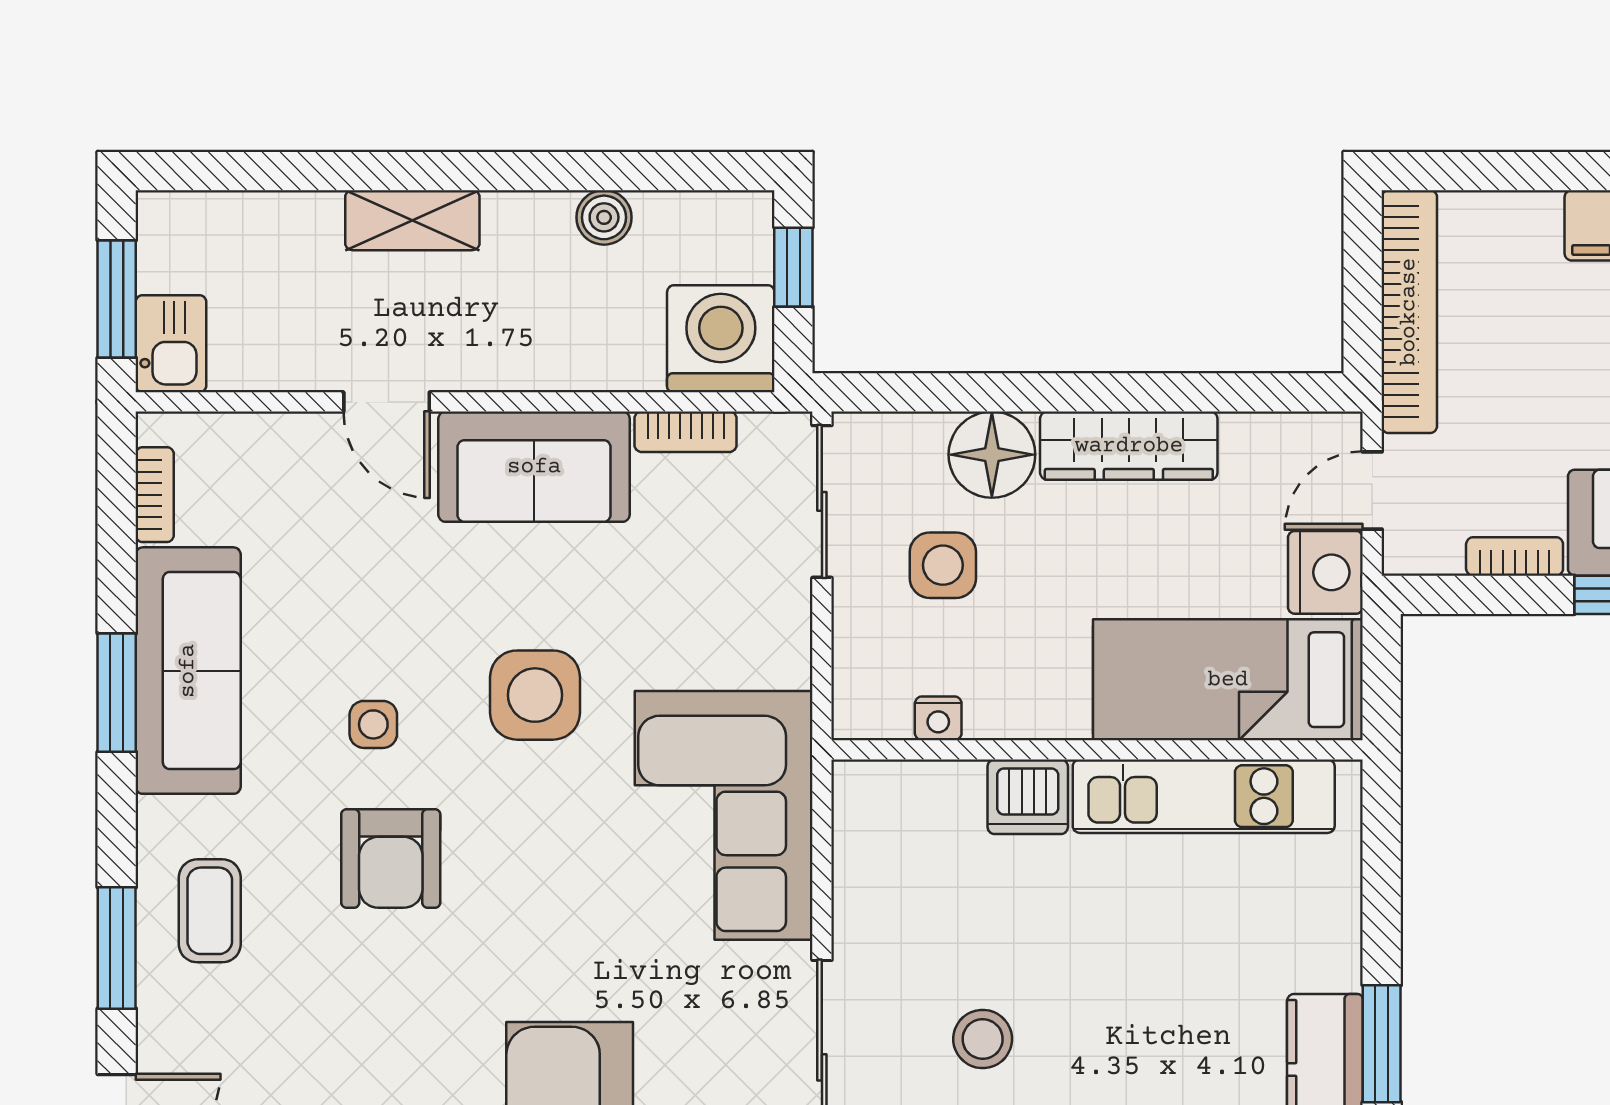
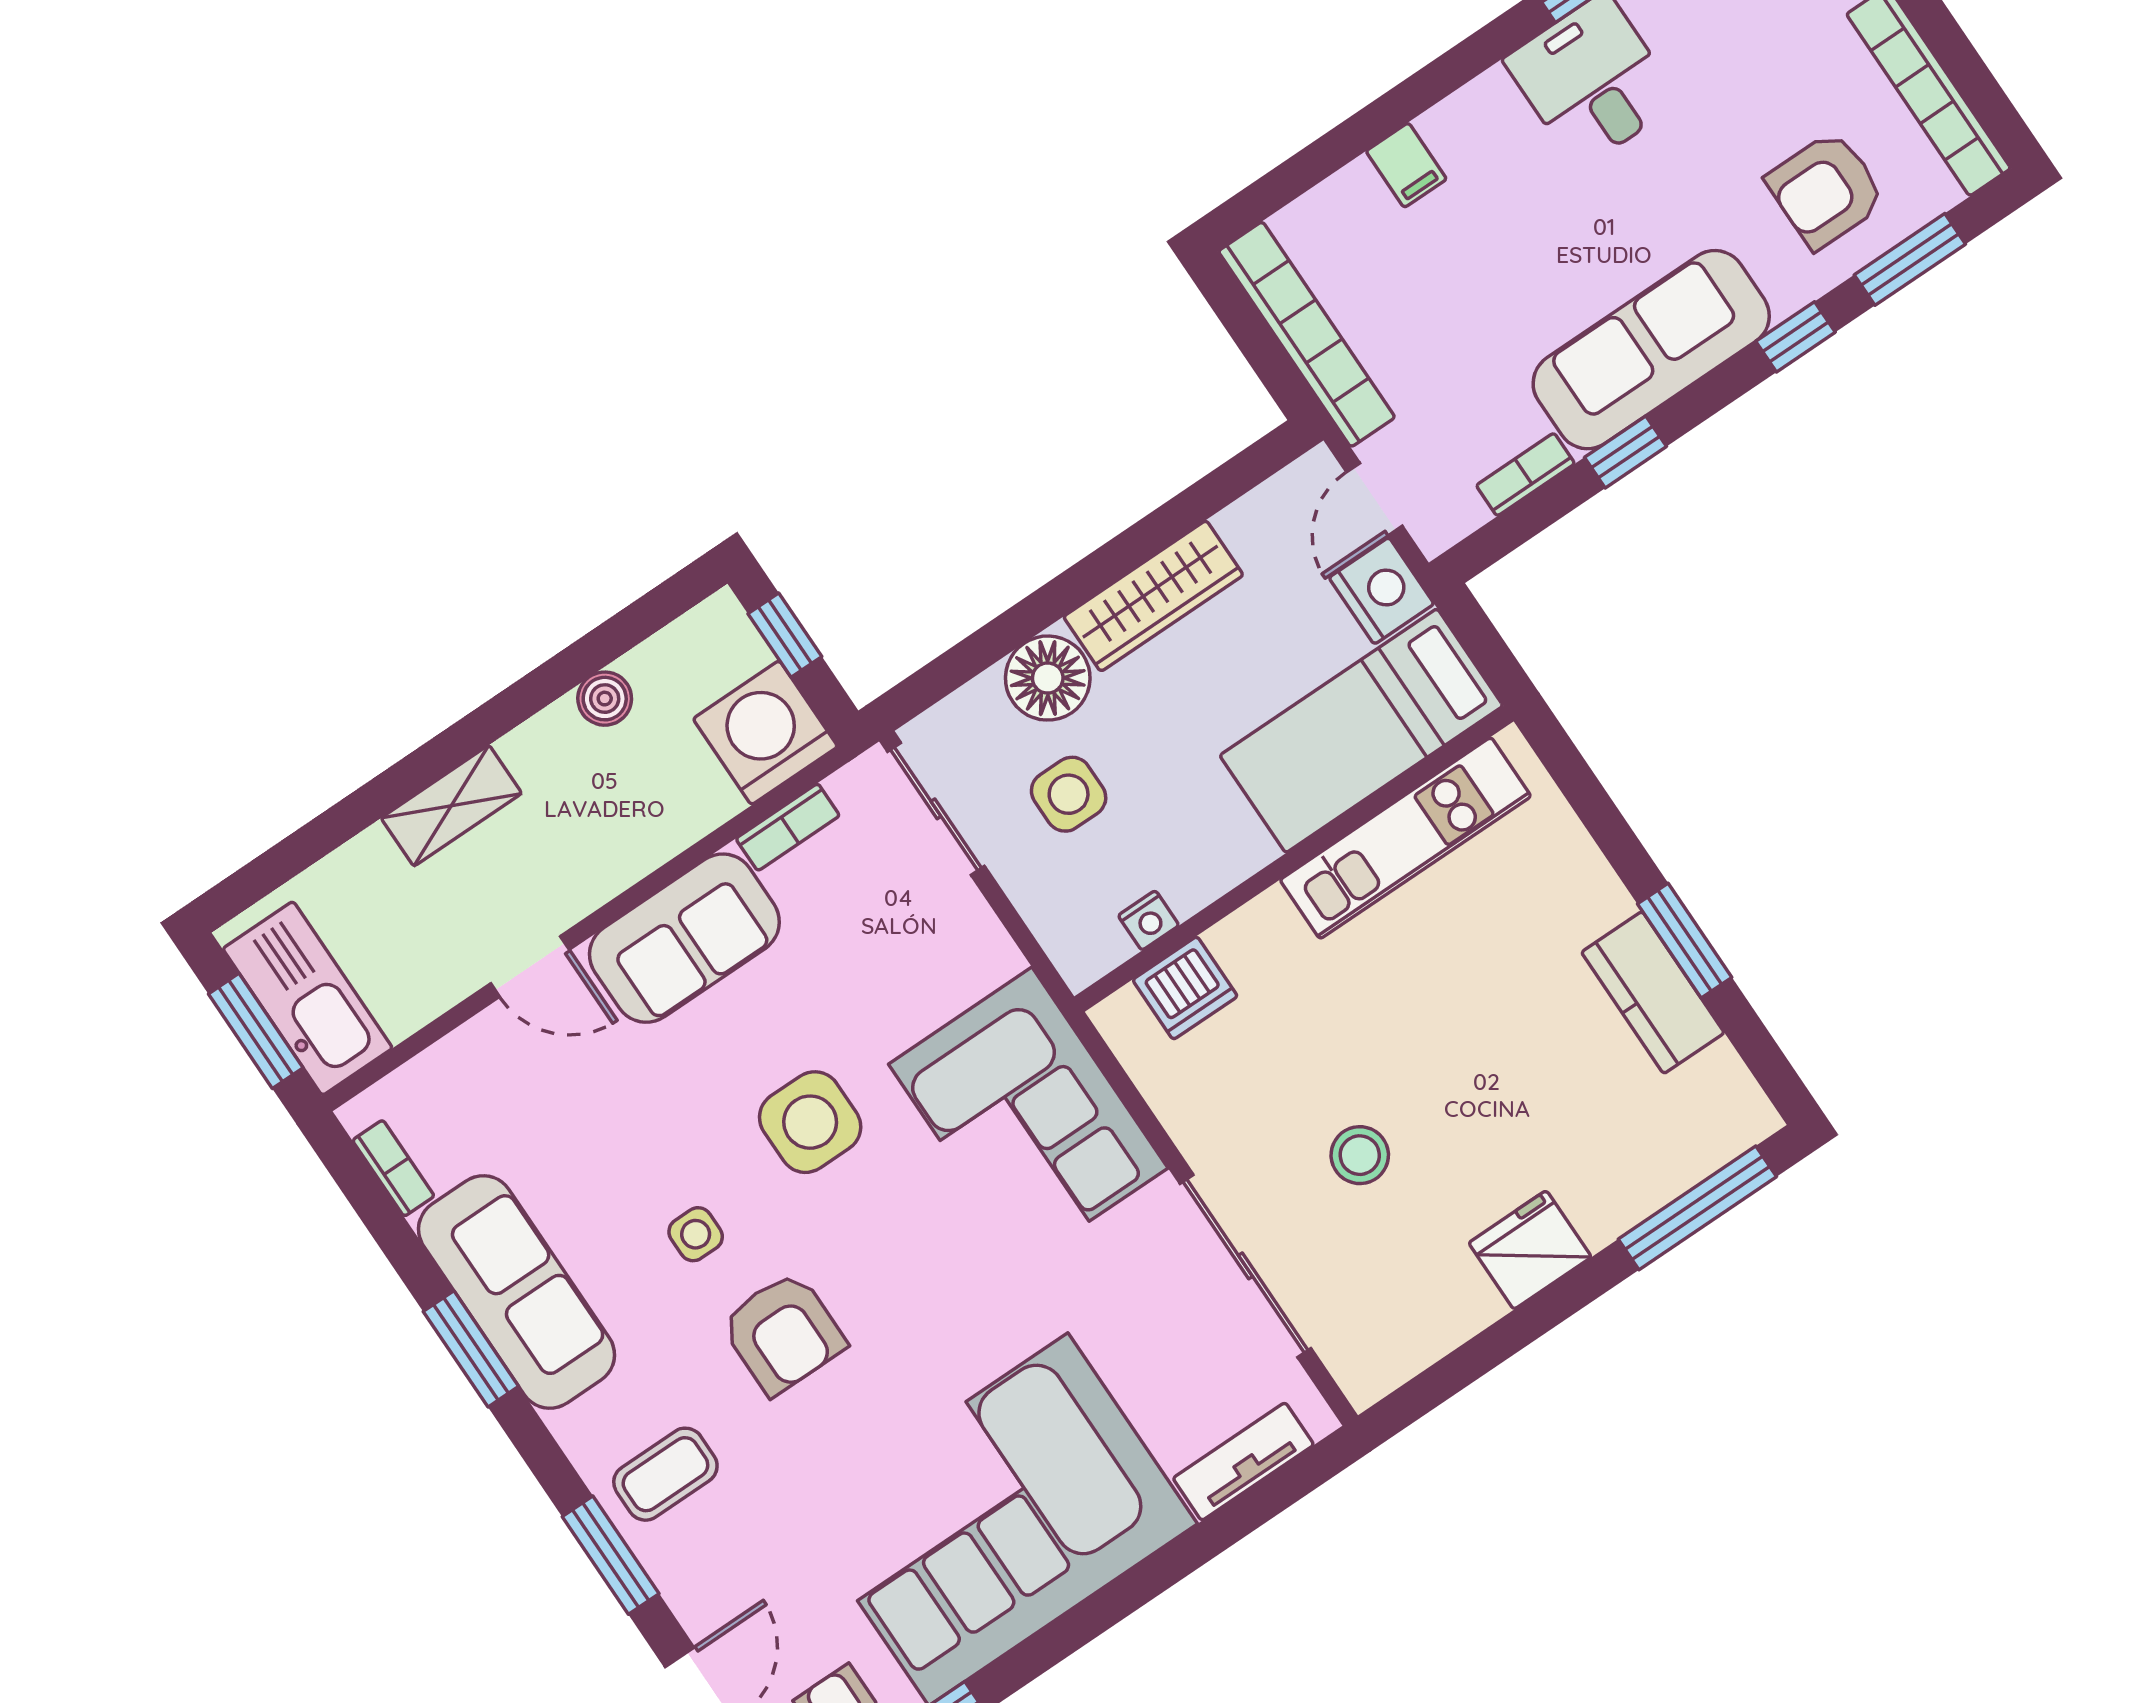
kitchen sink: (171, 344) -> (308, 998), width x1.87, depth x1.24
dishwasher: (1028, 797) -> (1185, 988), moved
coffee table: (210, 911) -> (665, 1474), turned 90

